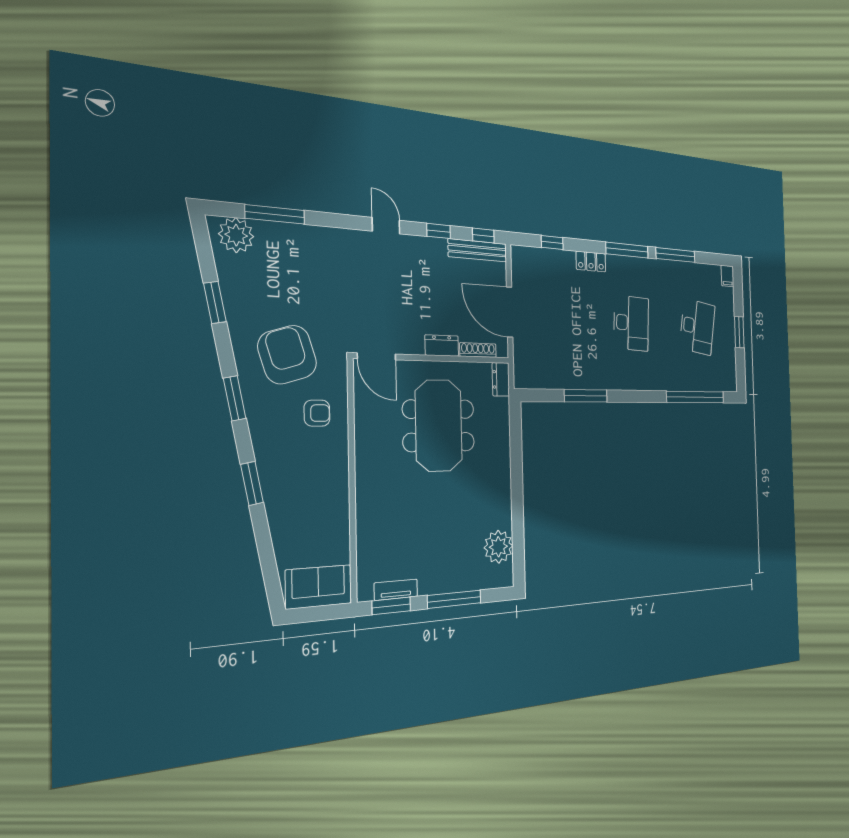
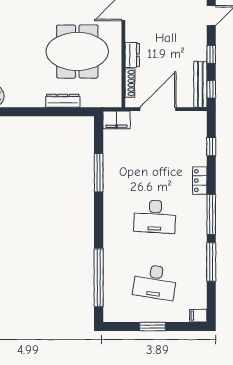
filing cabinet: (524, 370) -> (117, 120), added
dresser: (501, 379) -> (63, 101), moved, width x1.44

